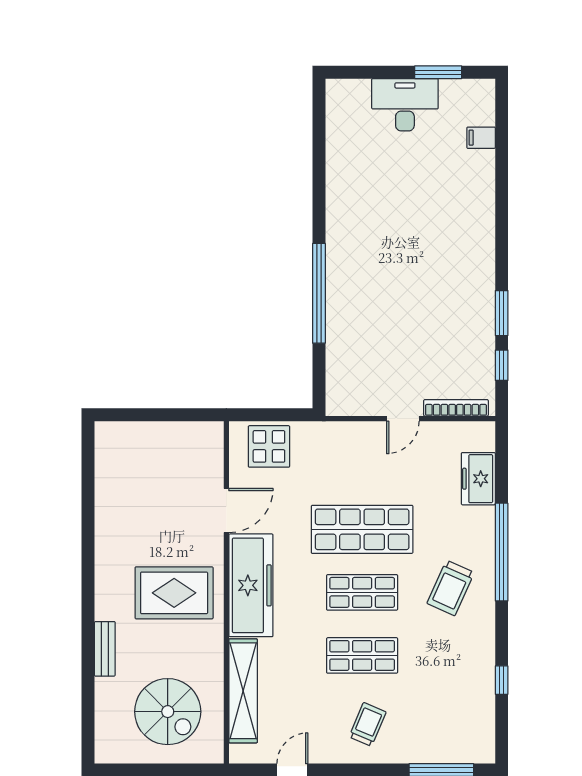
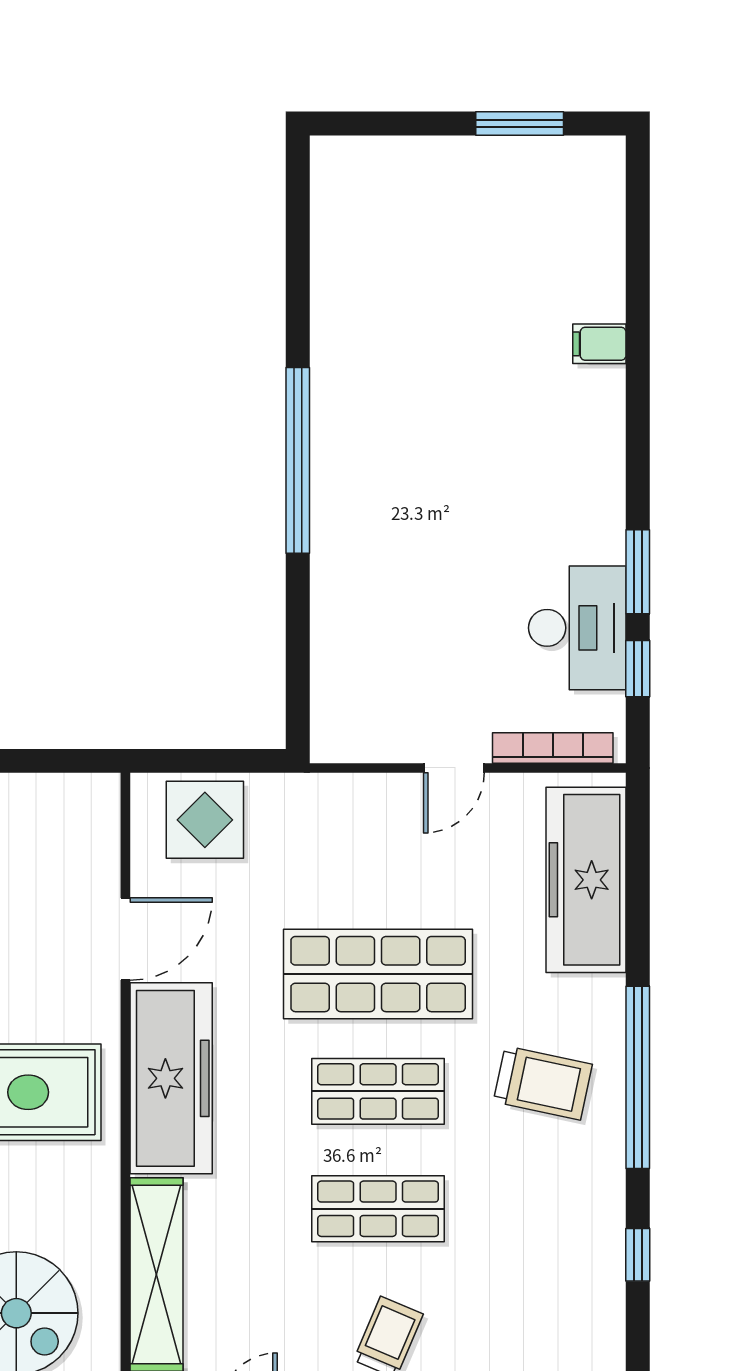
desk: (405, 105) -> (577, 628), moved, turned 90
filing cabinet: (481, 138) -> (599, 344), moved
window: (319, 293) -> (298, 460), moved
freezer: (478, 479) -> (586, 880), width x1.91, depth x1.26
window: (502, 552) -> (638, 1077), moved
trolley: (451, 588) -> (543, 1083), turned -102

